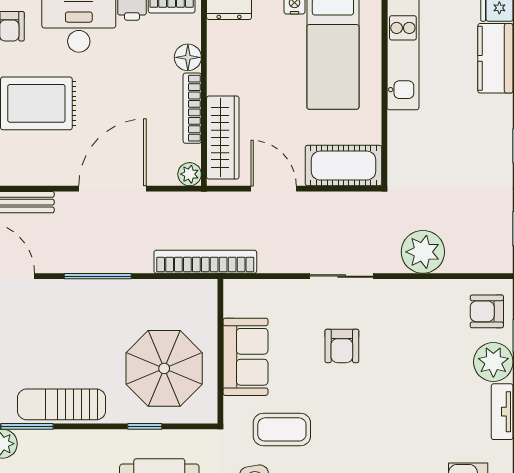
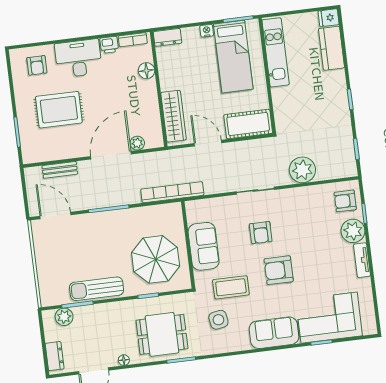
bookcase: (192, 108) -> (153, 101), removed
plant: (190, 174) -> (137, 143), moved
armchair: (364, 411) -> (279, 270), added

